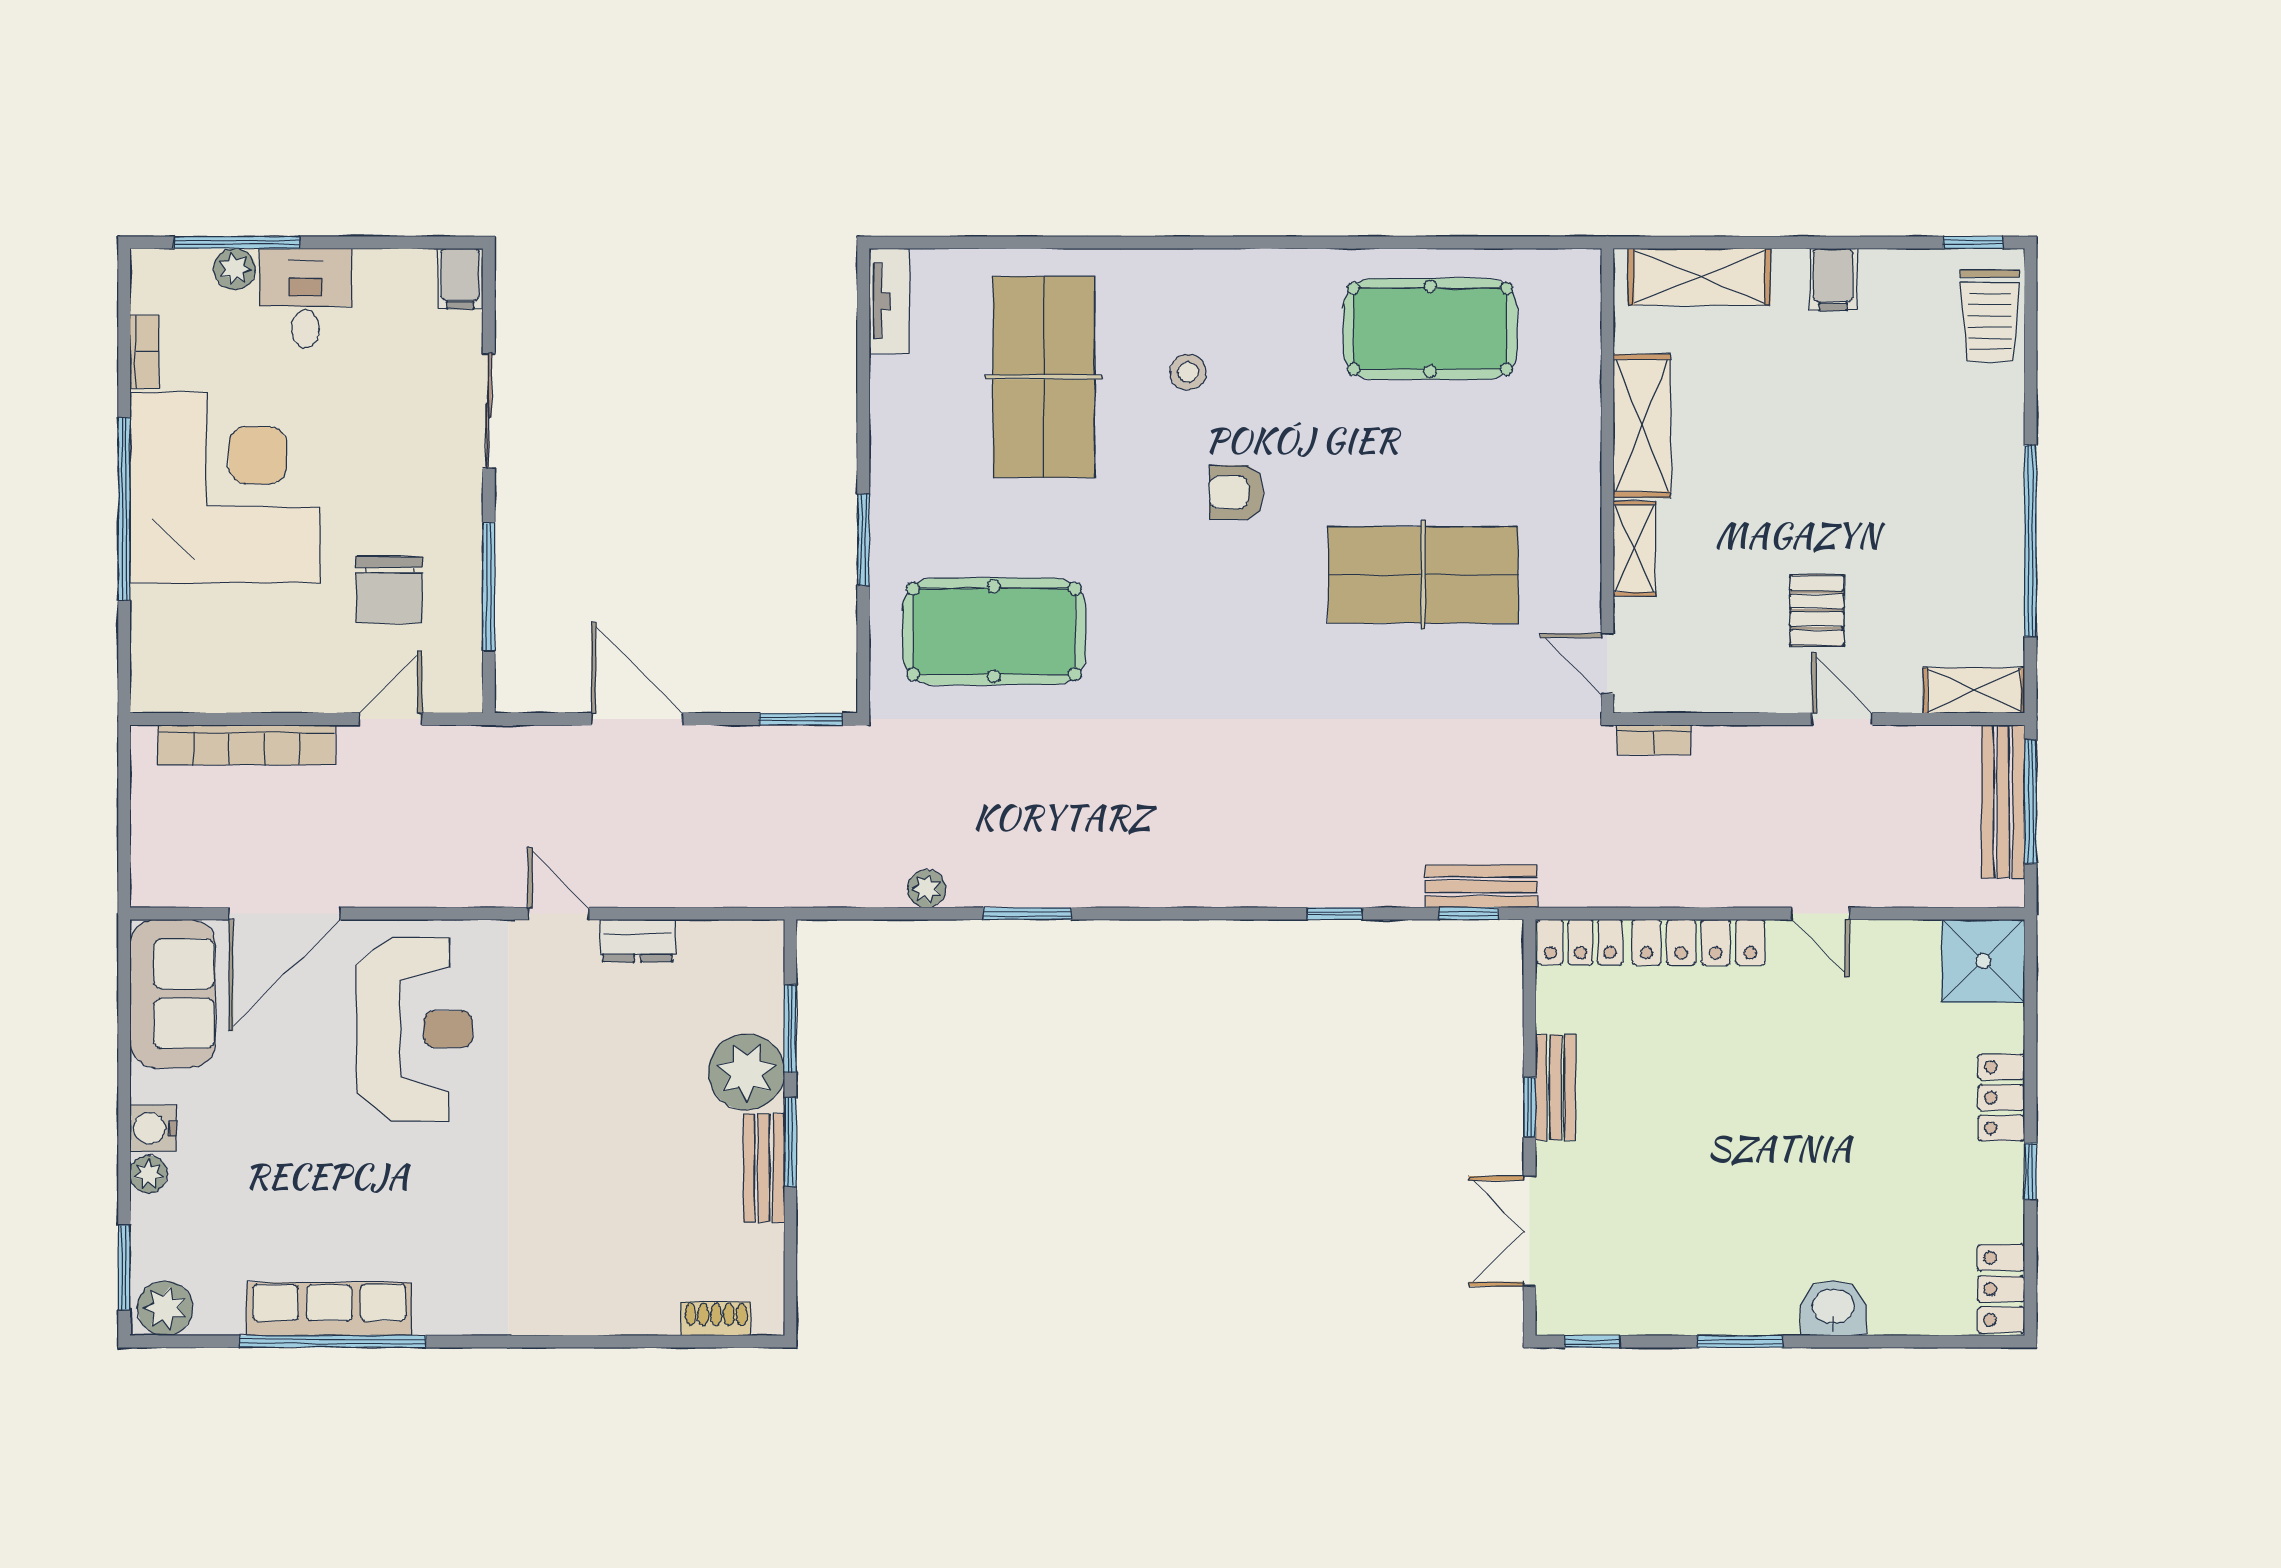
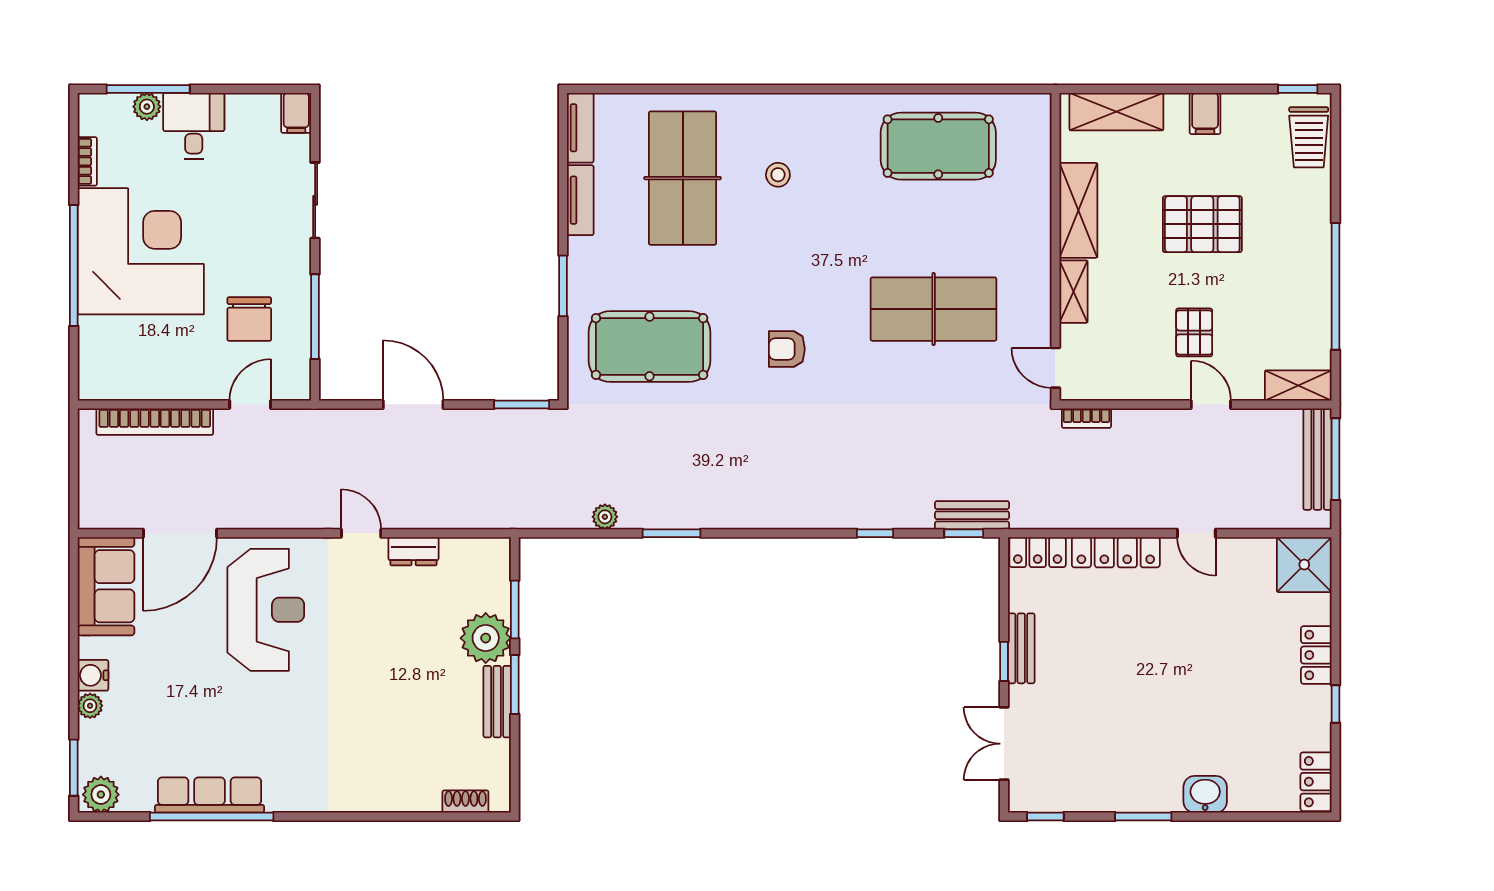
tv unit: (889, 410) -> (580, 200), added
pallet: (1829, 447) -> (1202, 224), added
armchair: (1236, 492) -> (787, 349), moved

